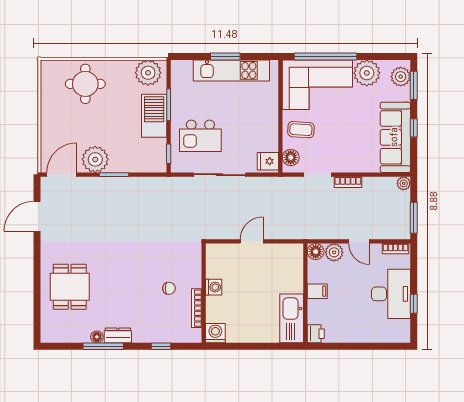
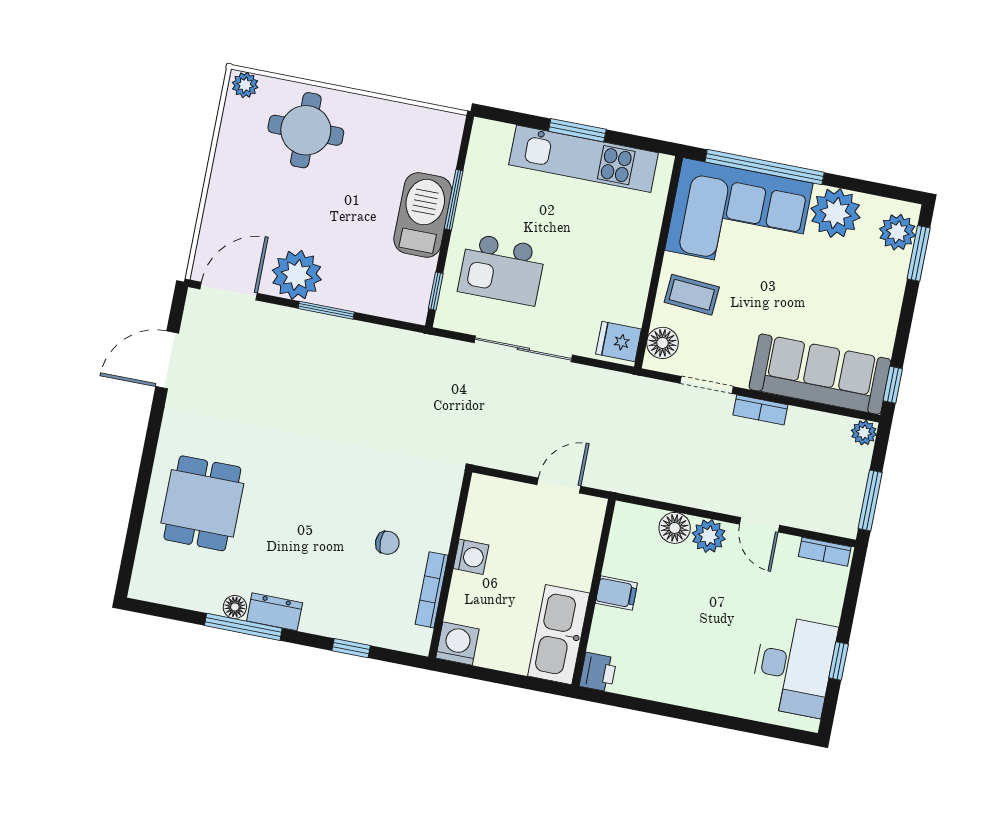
plant: (148, 73) -> (245, 85), moved, width x0.53, depth x0.53
window: (414, 128) -> (893, 385), moved
sofa: (395, 137) -> (820, 374), moved, turned 90
filing cabinet: (317, 291) -> (616, 593), moved
wall: (305, 293) -> (594, 593), moved
desk: (391, 294) -> (794, 666), moved
kitchen sink: (292, 318) -> (559, 635), moved
printer: (316, 334) -> (598, 672), moved

